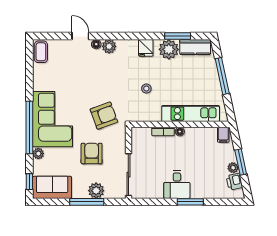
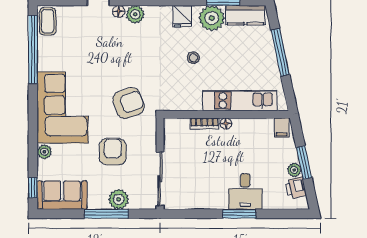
stool: (146, 89) -> (193, 58), moved
window: (29, 127) -> (33, 50), moved
desk: (177, 185) -> (245, 192), moved

